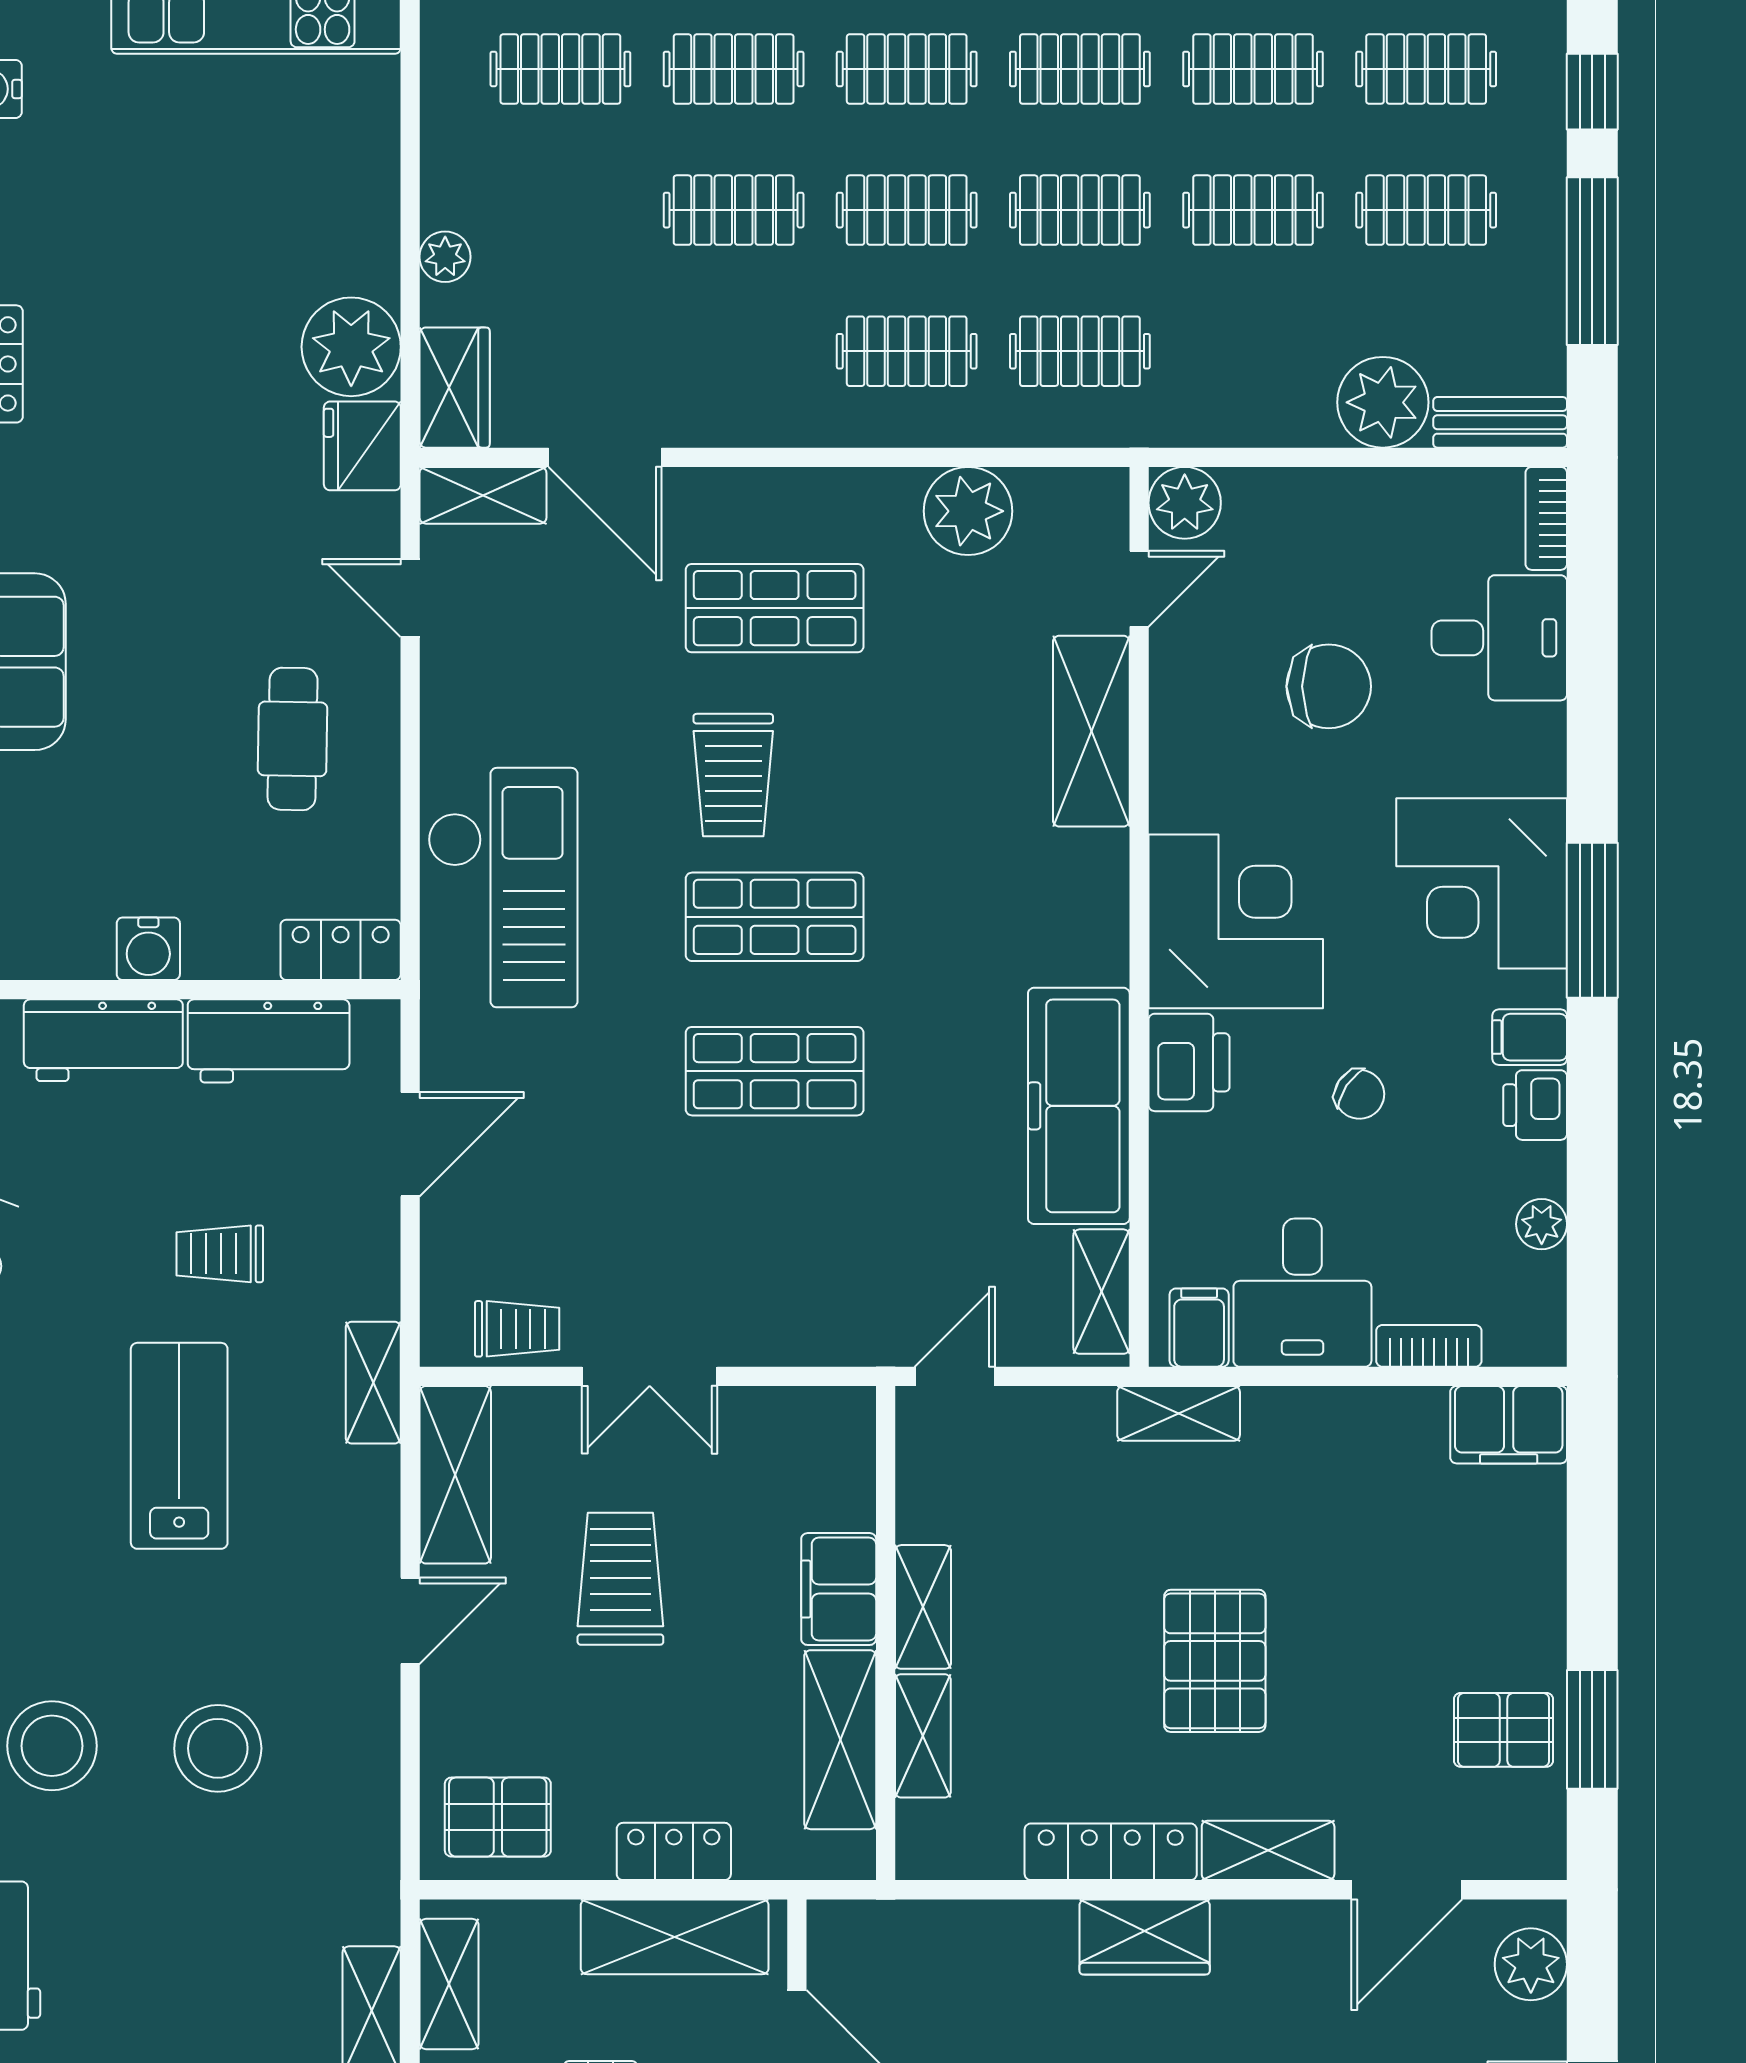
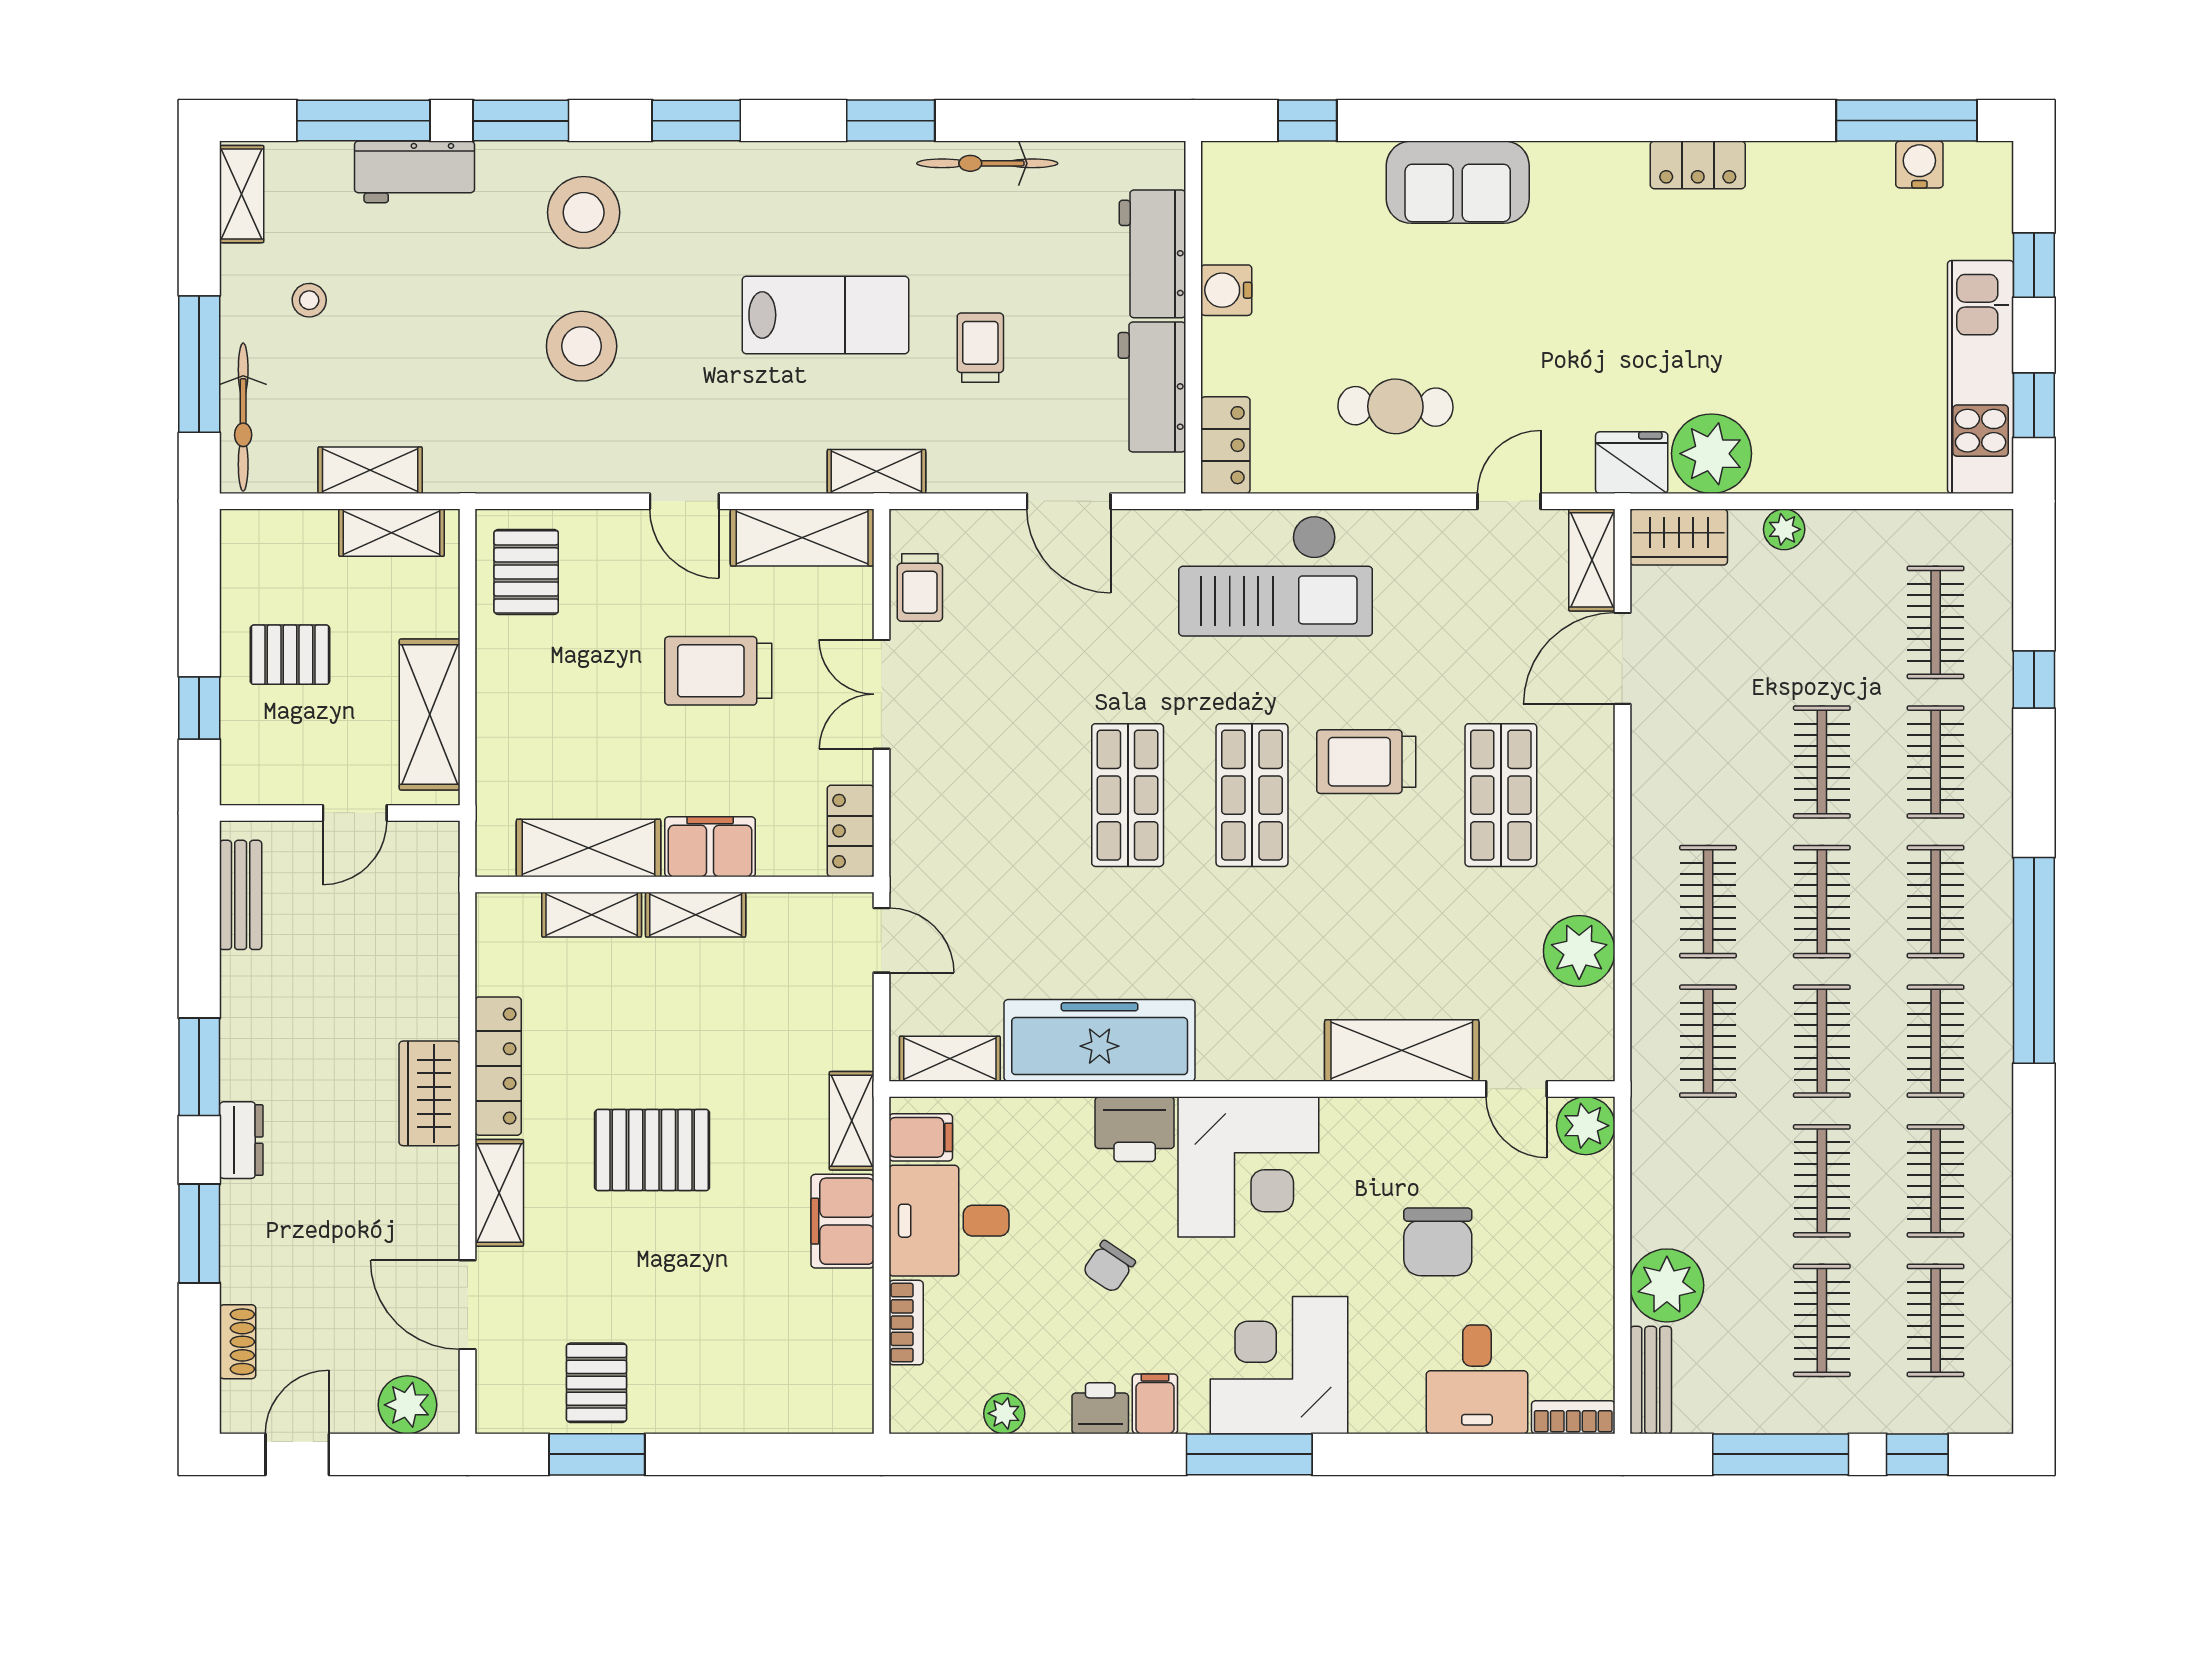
filing cabinet: (1509, 1425) -> (843, 1221), moved
trolley: (620, 1579) -> (718, 671), turned 180
locker: (674, 1851) -> (851, 831), moved, turned 180

